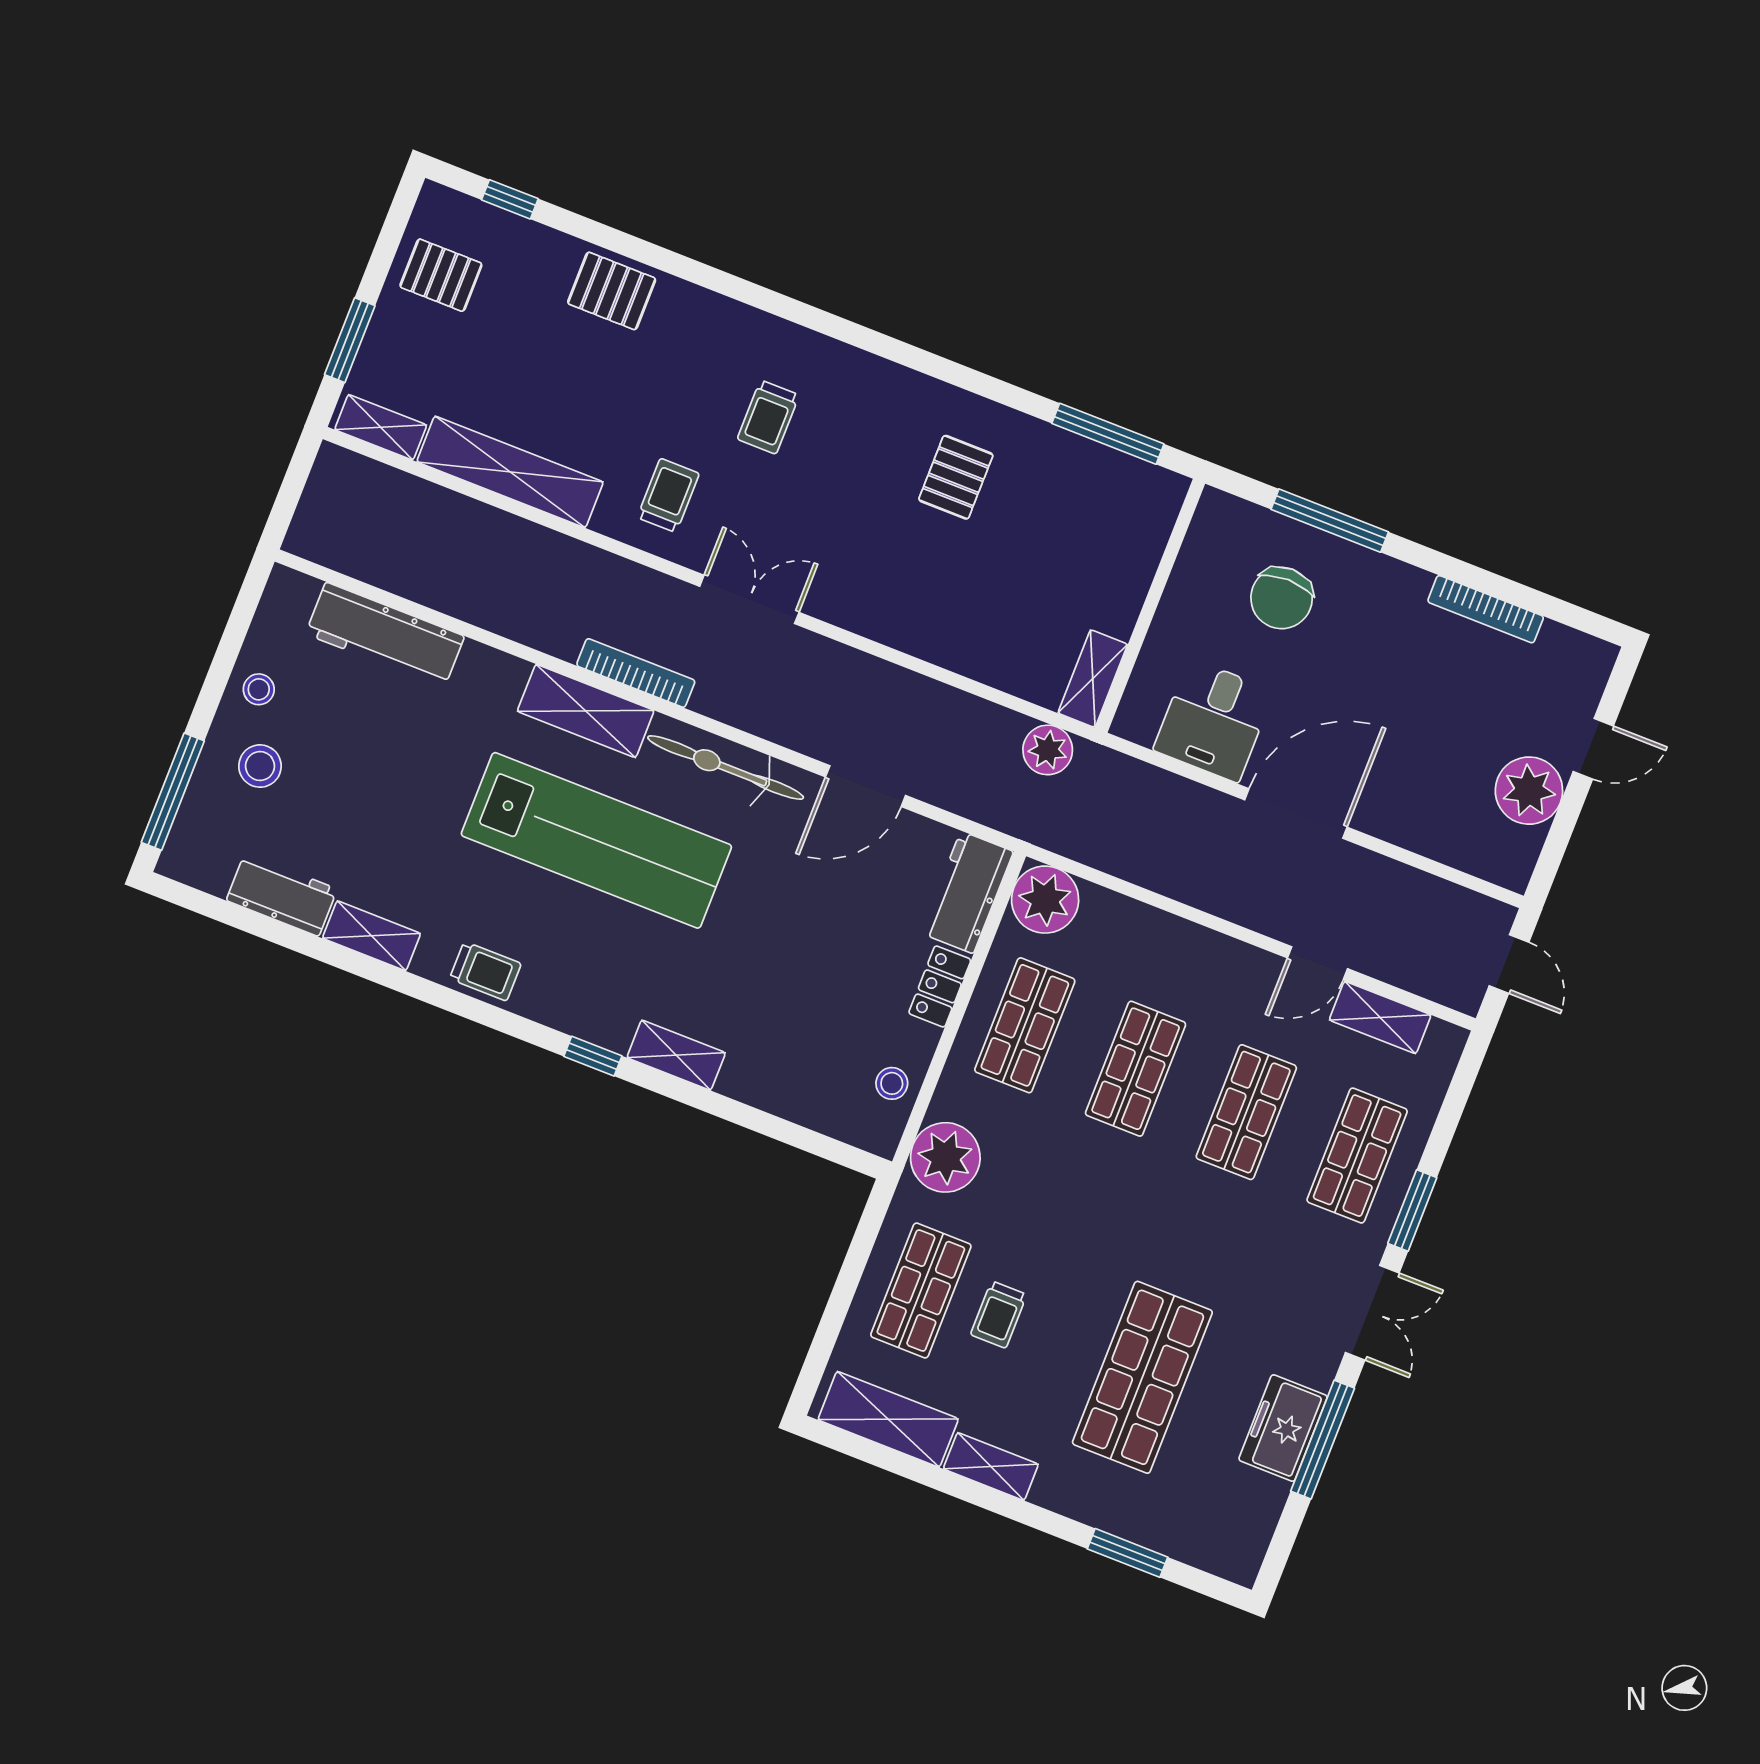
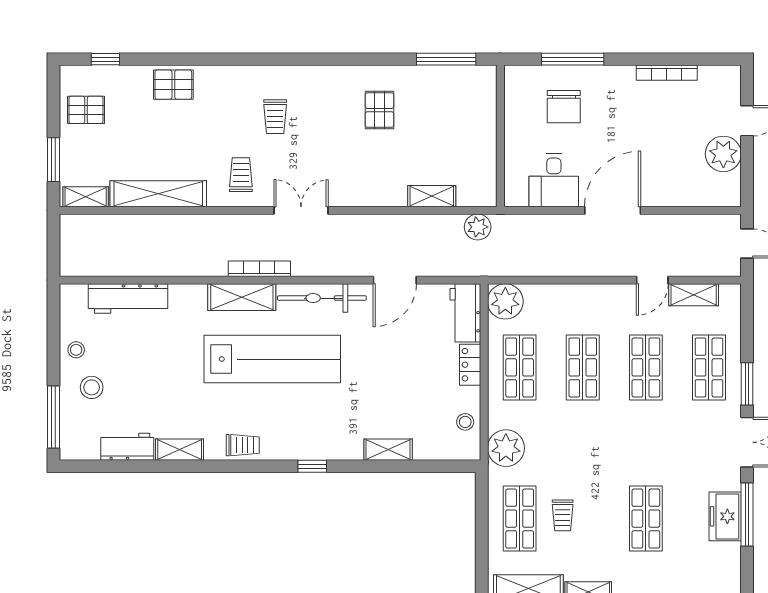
shelving: (1093, 679) -> (432, 196), moved, turned 90
shelving: (676, 1055) -> (388, 450), moved
shop shelf: (1142, 1377) -> (646, 519), width x0.70, depth x0.74

